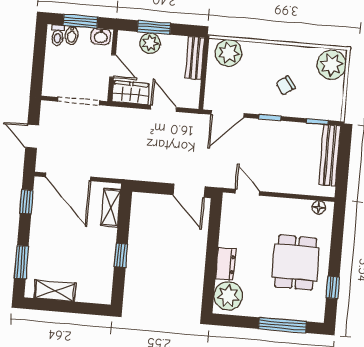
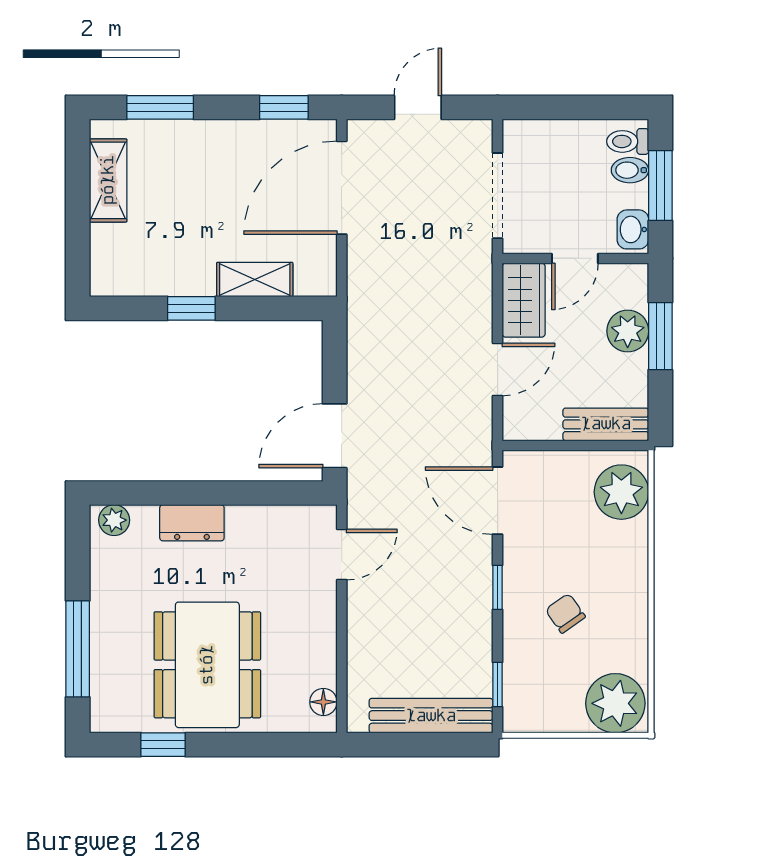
shelving: (111, 208) -> (255, 279), moved
dining table: (296, 262) -> (207, 665), width x1.38
plant: (228, 296) -> (114, 520), width x0.53, depth x0.53

